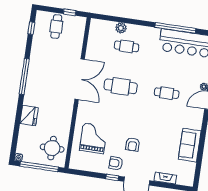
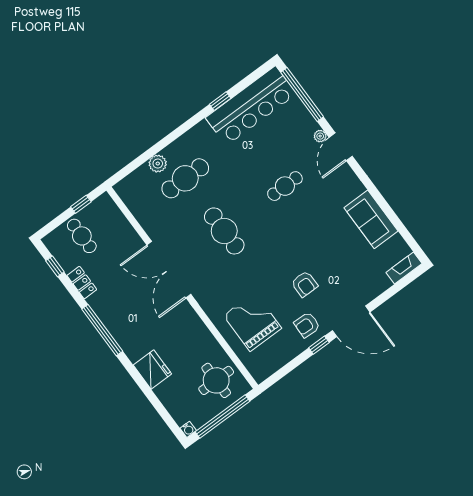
window: (175, 28) -> (220, 101), width x0.32
cafe table: (126, 46) -> (185, 178), width x1.37, depth x1.35
locker: (36, 47) -> (82, 283), added
double door: (80, 79) -> (169, 270), swing flipped
cafe table: (121, 86) -> (224, 231), turned 90
fireplace: (165, 178) -> (404, 268), moved

